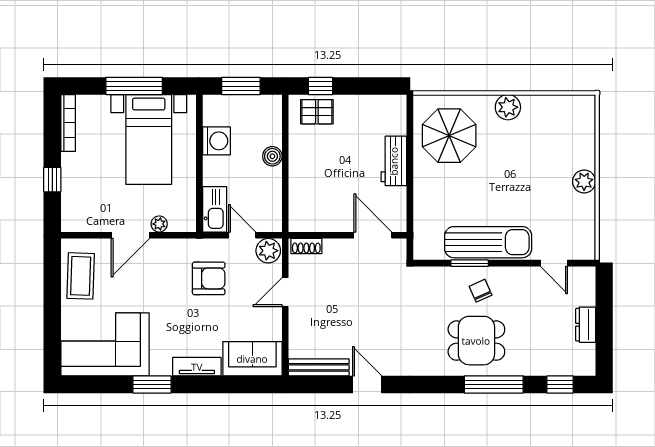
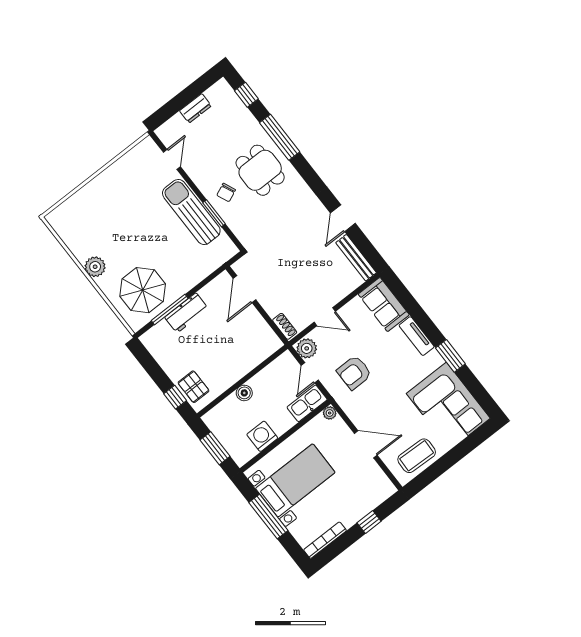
window: (410, 147) -> (170, 310), added
plant: (584, 182) -> (105, 181), removed
plant: (159, 224) -> (330, 413), moved
armchair: (209, 278) -> (354, 373), turned -90

